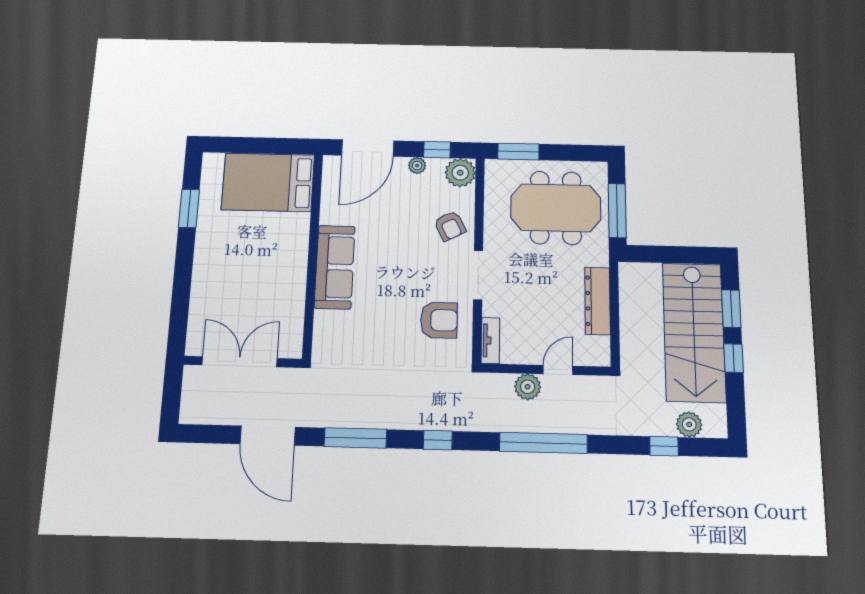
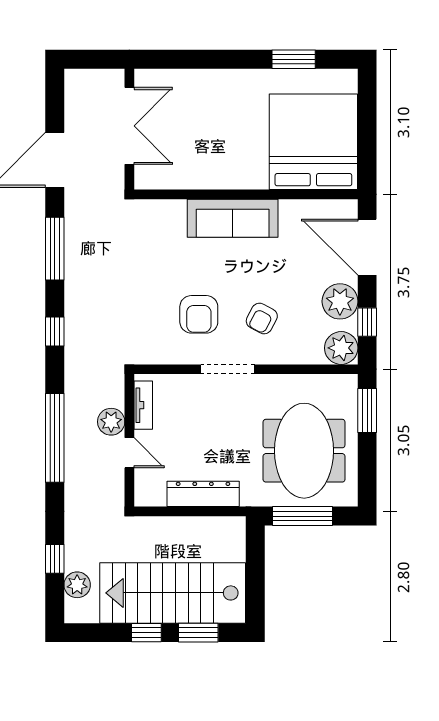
plant: (417, 166) -> (340, 301), width x1.87, depth x1.87
bed: (268, 182) -> (313, 142), width x1.36
armchair: (450, 226) -> (262, 319), moved, turned -35
armchair: (439, 320) -> (199, 314), moved
tv unit: (490, 341) -> (143, 405), moved, turned -90

